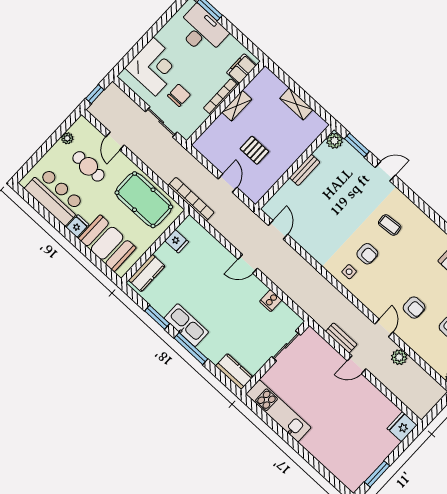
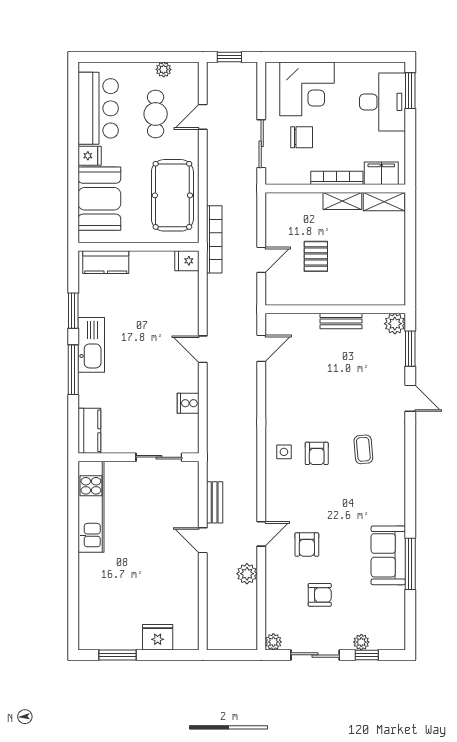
shelving: (296, 104) -> (384, 202), moved, turned 90
fridge: (177, 241) -> (187, 261), moved, turned 90
fridge: (402, 427) -> (158, 637), moved

